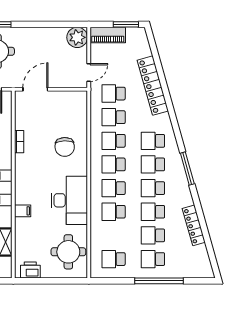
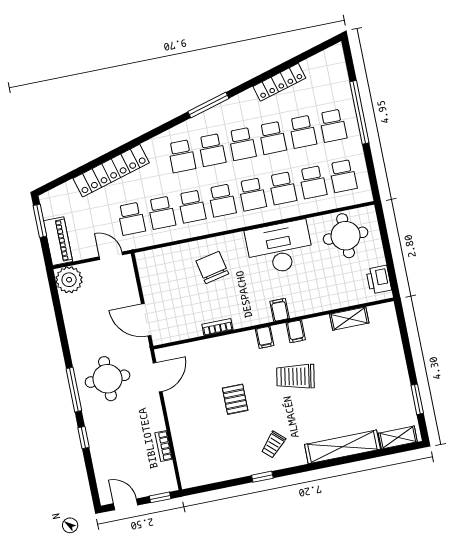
chair: (65, 147) -> (212, 267), turned -100
filing cabinet: (23, 211) -> (280, 310), moved
school desk: (114, 235) -> (313, 182), added

